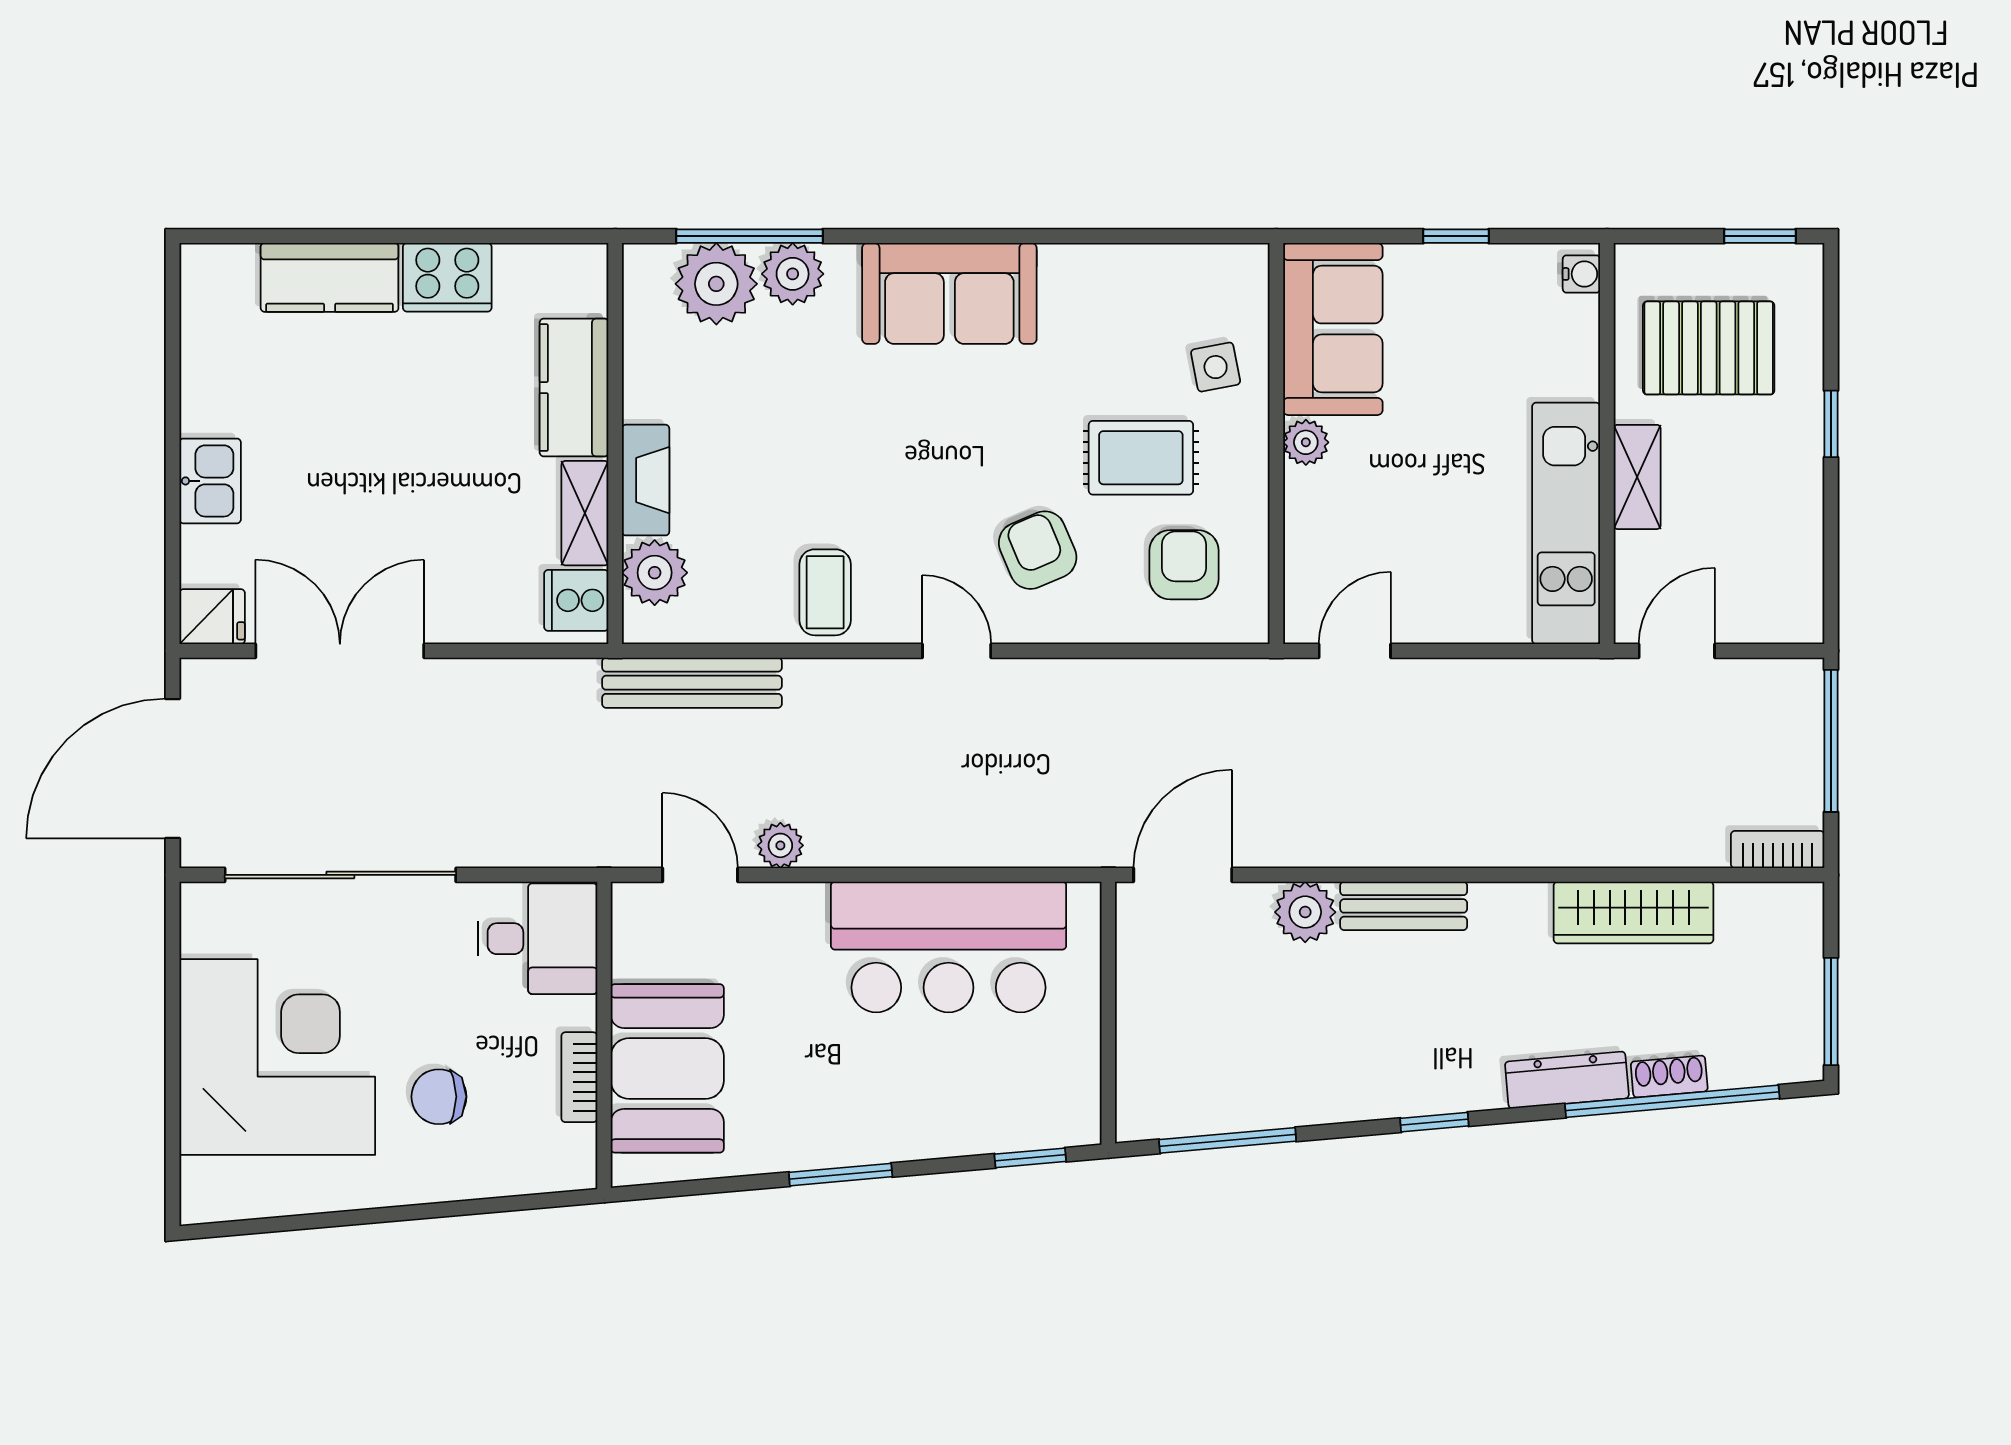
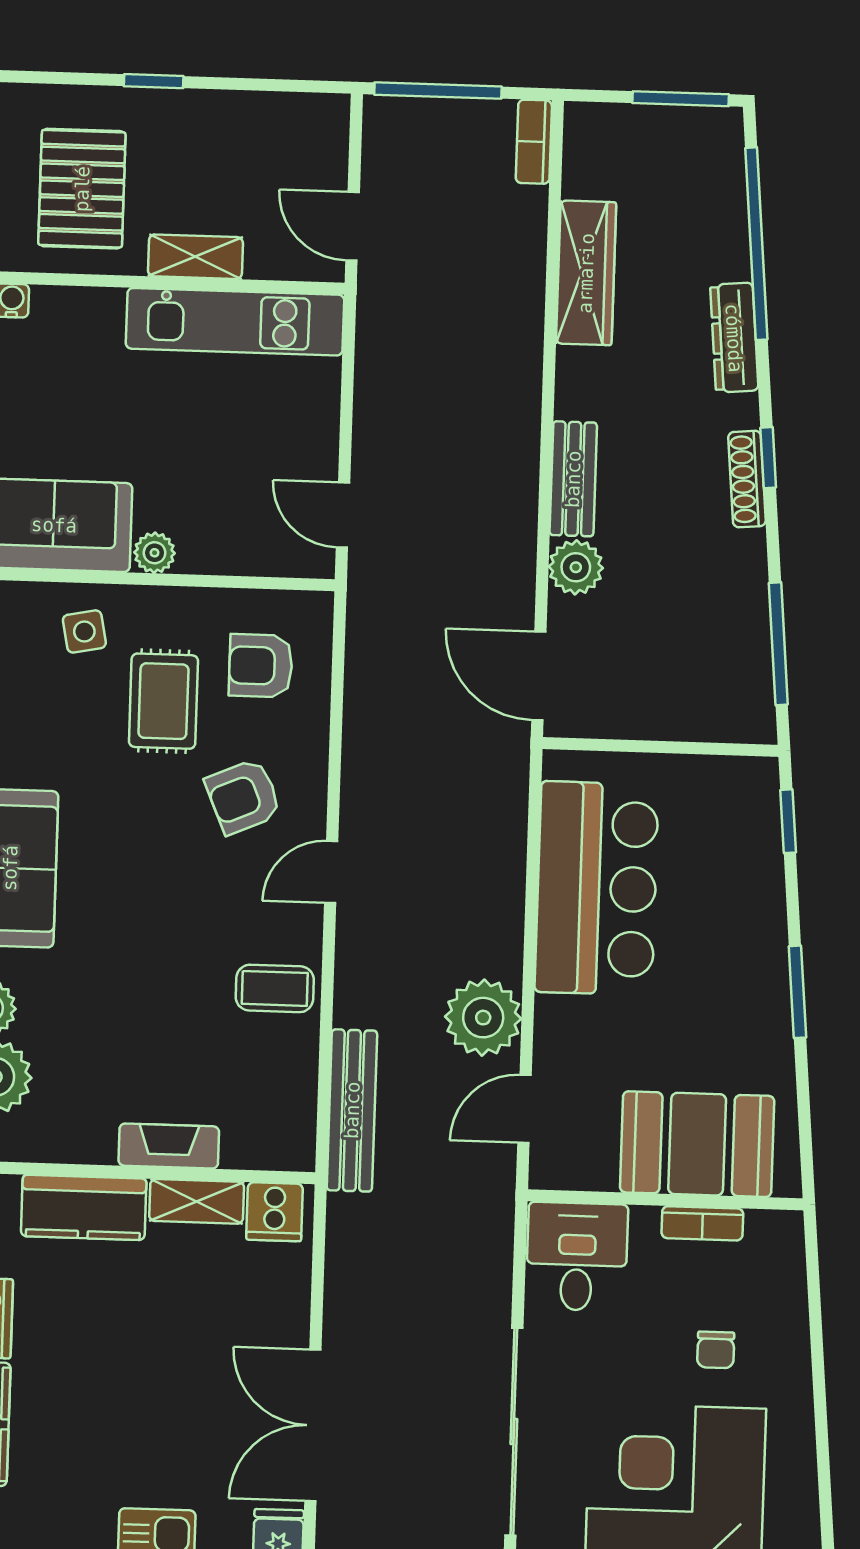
plant: (655, 573) -> (252, 1141), removed
plant: (780, 845) -> (483, 1018), width x1.87, depth x1.87
shoe rack: (1669, 1077) -> (747, 479), moved, width x1.43
chair: (439, 1097) -> (716, 1350), width x0.73, depth x0.73

